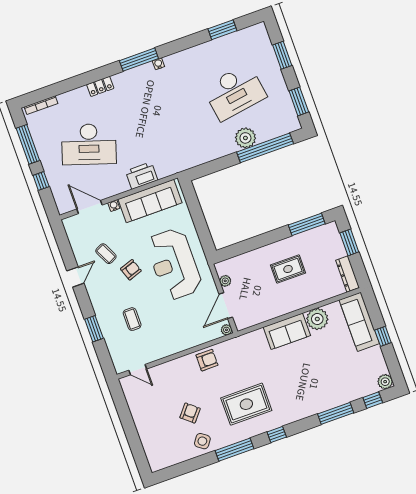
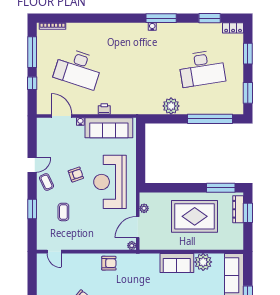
window: (139, 60) -> (161, 18), moved
locker: (100, 86) -> (233, 28), moved
plant: (245, 138) -> (171, 106), moved
printer: (142, 176) -> (104, 109), width x0.53, depth x0.68
coffee table: (106, 254) -> (46, 182), moved
rug: (288, 269) -> (195, 216), width x1.86, depth x2.06
dresser: (347, 274) -> (238, 209), moved

